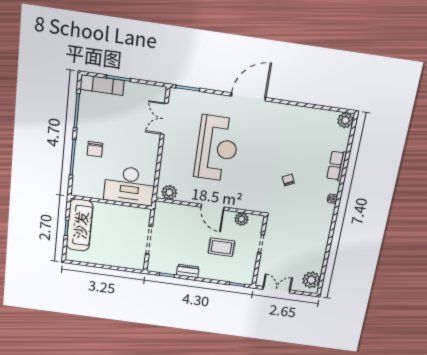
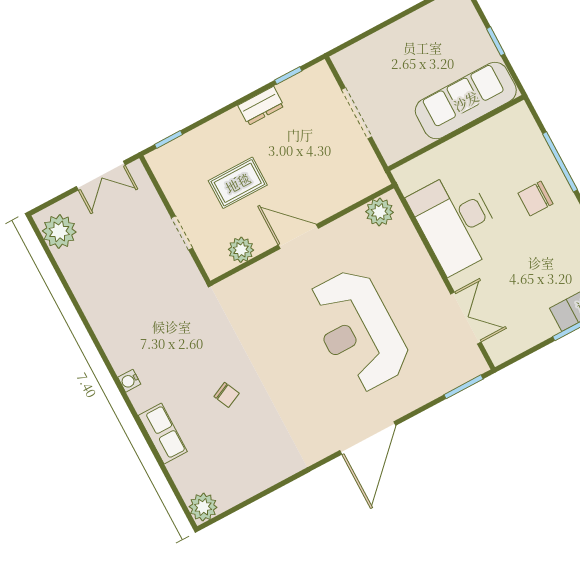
chair: (95, 149) -> (536, 199), turned -90
chair: (288, 180) -> (227, 395), moved
desk: (130, 186) -> (456, 222), moved, turned -90
sofa: (80, 225) -> (466, 101), moved, turned 90

